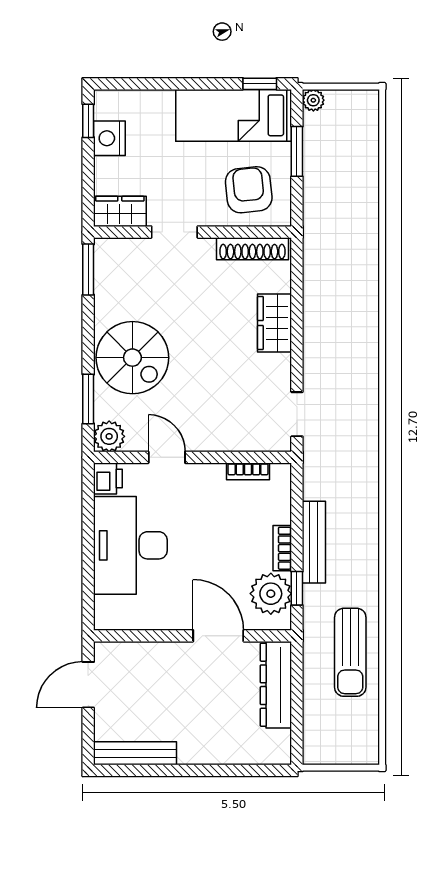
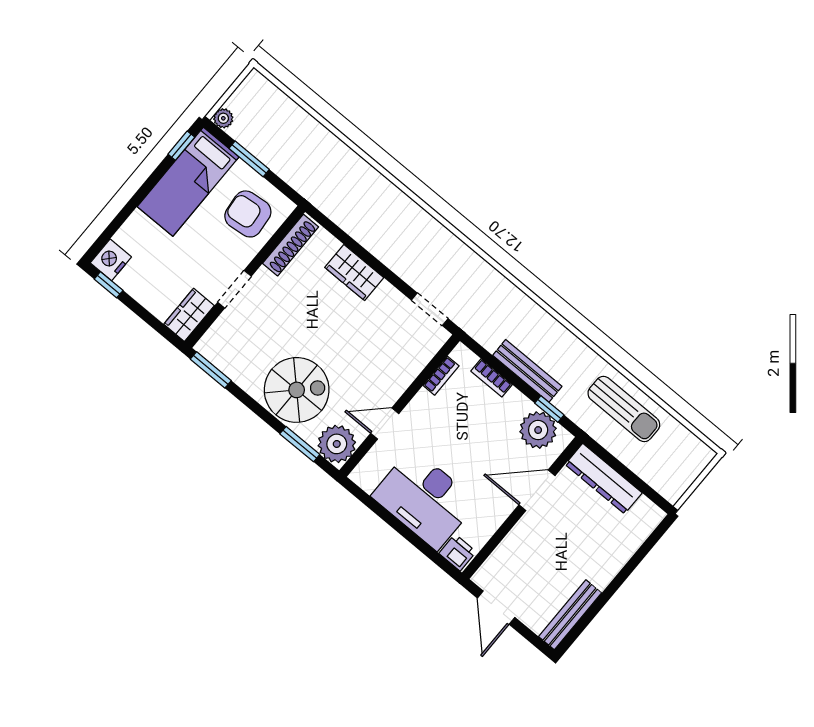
nightstand: (109, 138) -> (111, 260), moved, turned 90
plant: (109, 436) -> (337, 444), width x1.36, depth x1.36
printer: (108, 478) -> (458, 553), moved
bookcase: (282, 548) -> (492, 378), moved

